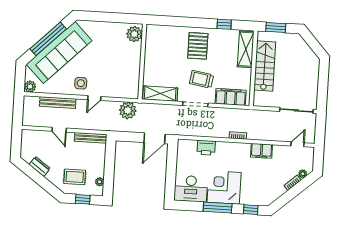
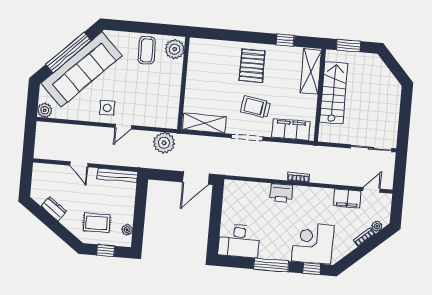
coffee table: (112, 36) -> (147, 50), added
bench: (58, 103) -> (78, 131), removed
printer: (206, 148) -> (281, 193), moved
filing cabinet: (261, 151) -> (347, 198), moved
corner desk: (224, 187) -> (313, 243), moved

